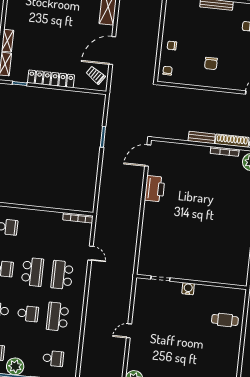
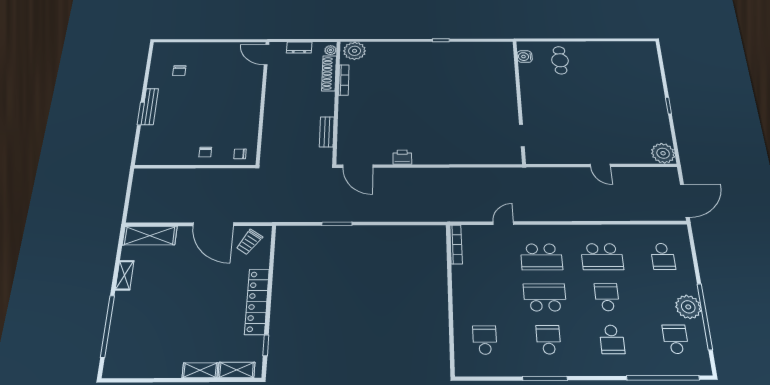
chair: (211, 63) -> (229, 105), removed
bench: (202, 137) -> (327, 132), moved
printer: (155, 189) -> (402, 157), width x0.53, depth x0.68
water cooler: (188, 289) -> (525, 57), moved
school desk: (53, 358) -> (663, 256), turned 180

